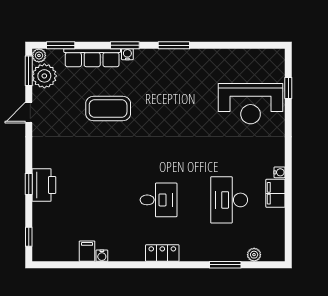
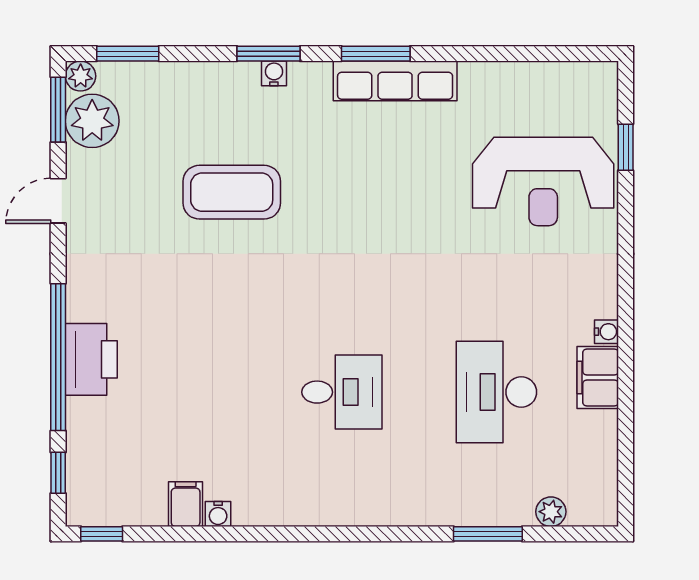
row of seats: (92, 58) -> (395, 81), moved
window: (29, 184) -> (58, 357), width x3.17
locker: (162, 253) -> (350, 508), removed
window: (49, 265) -> (102, 534), added

